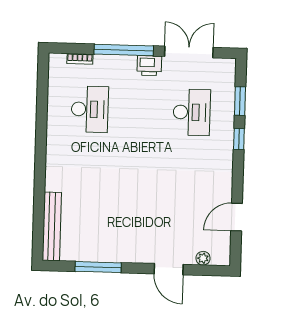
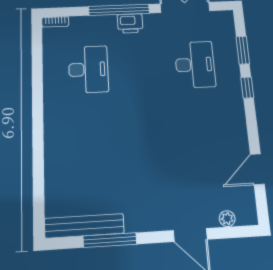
bookcase: (80, 59) -> (55, 22), moved
printer: (149, 66) -> (130, 23), moved
bench: (52, 226) -> (84, 226), moved, turned 90

